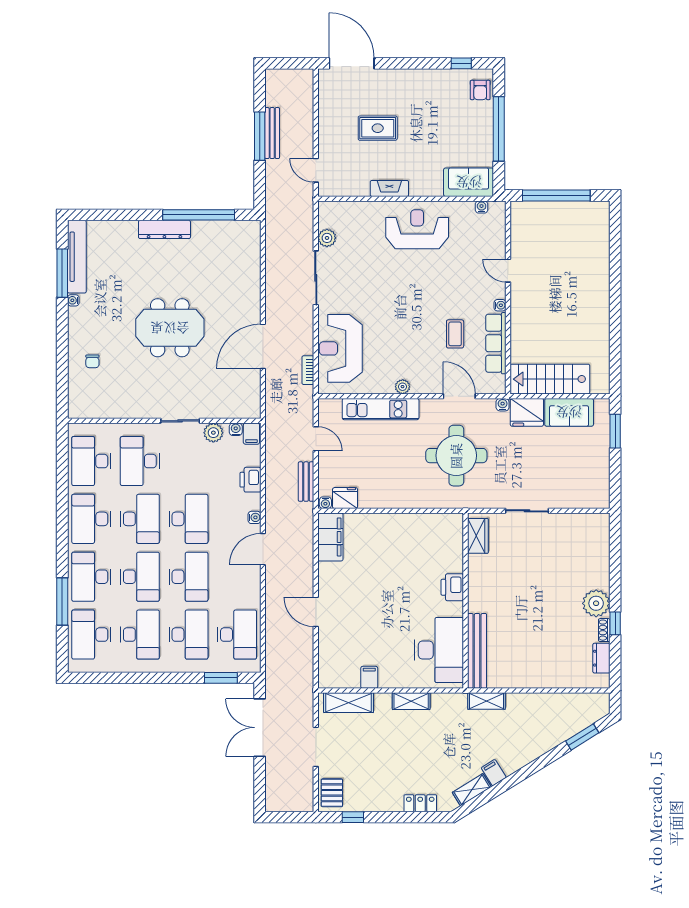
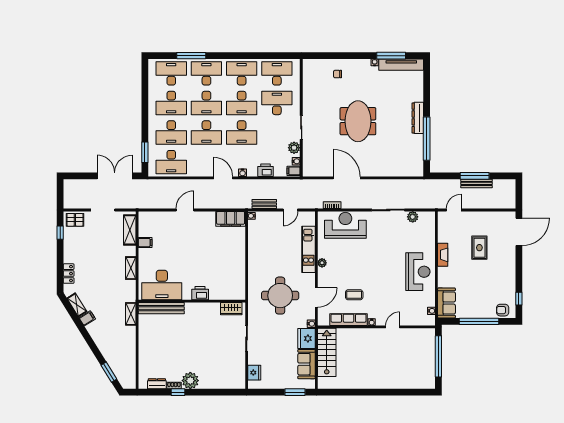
fridge: (345, 498) -> (254, 373), moved

